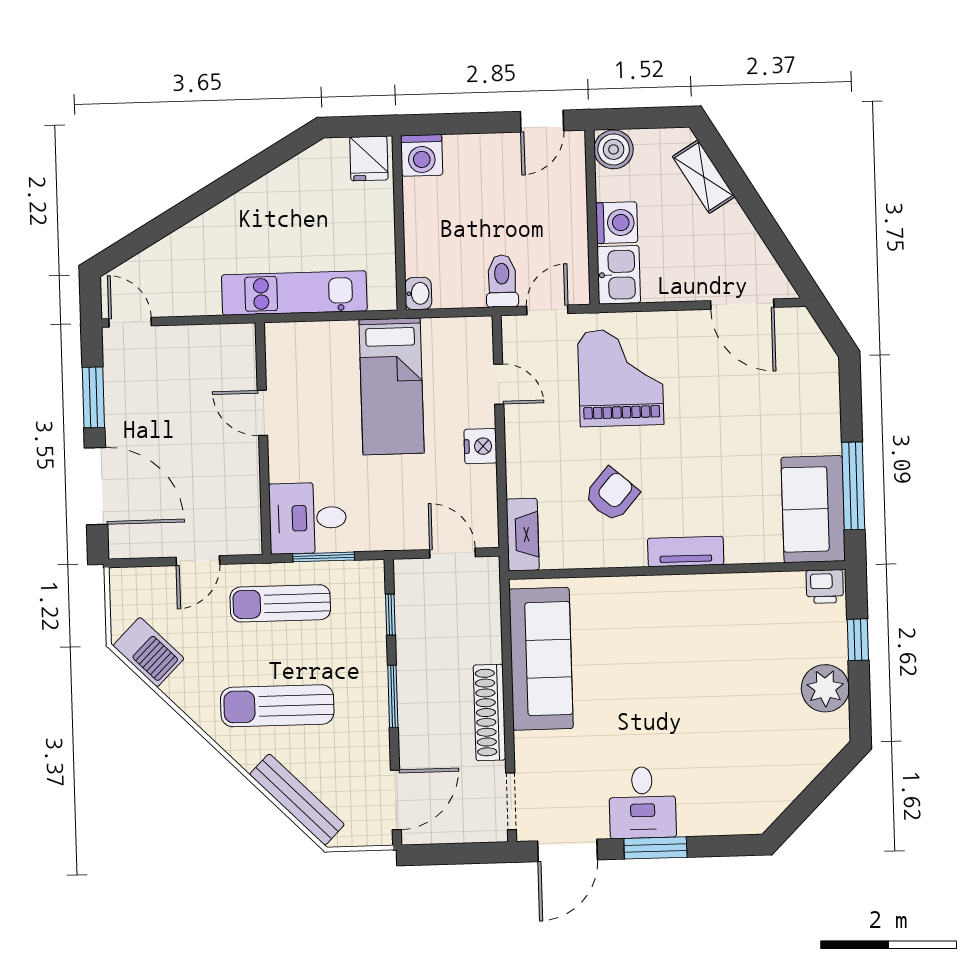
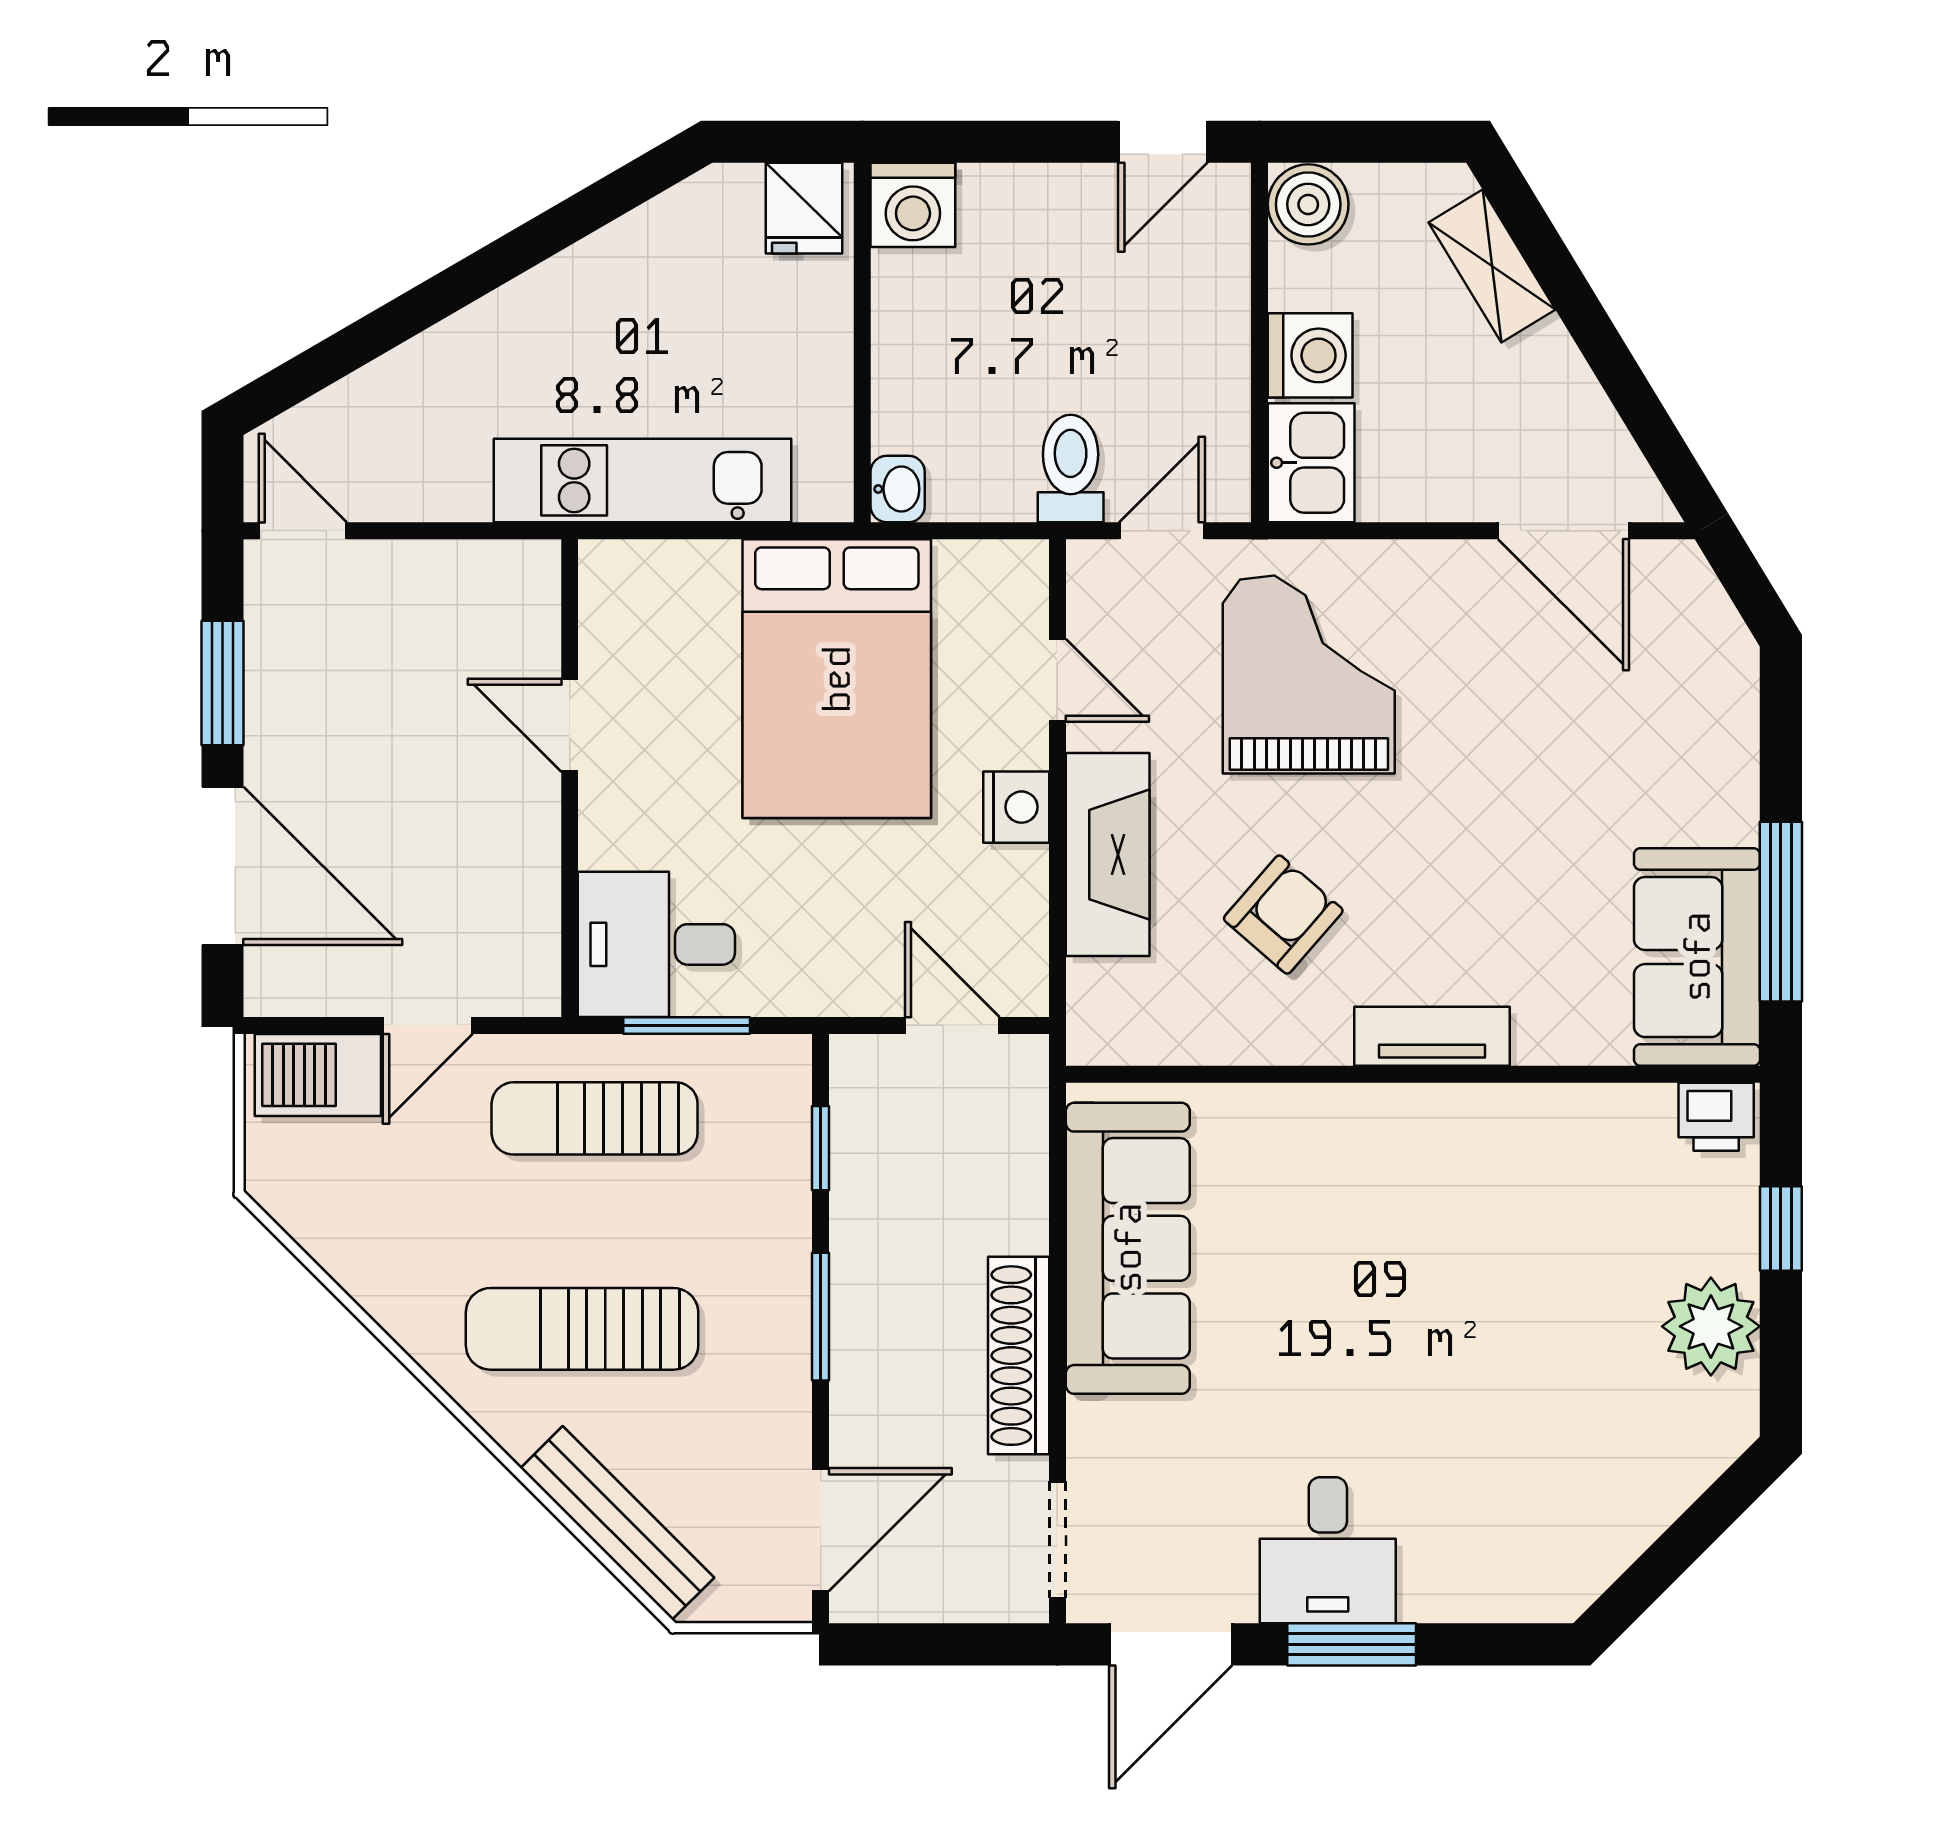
bed: (392, 386) -> (837, 679), width x1.50
fireplace: (523, 535) -> (1108, 855), moved, width x1.37, depth x1.32
barbecue: (149, 652) -> (318, 1075), moved, turned 135

